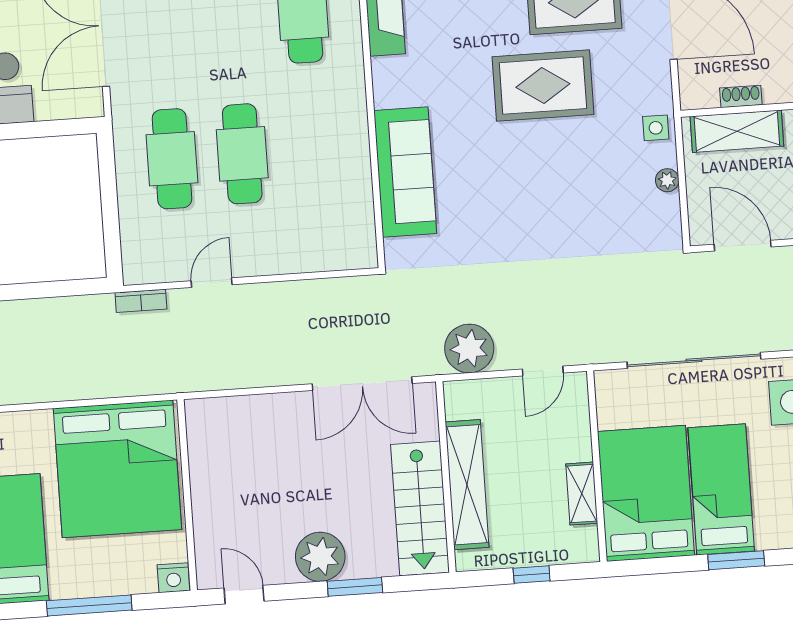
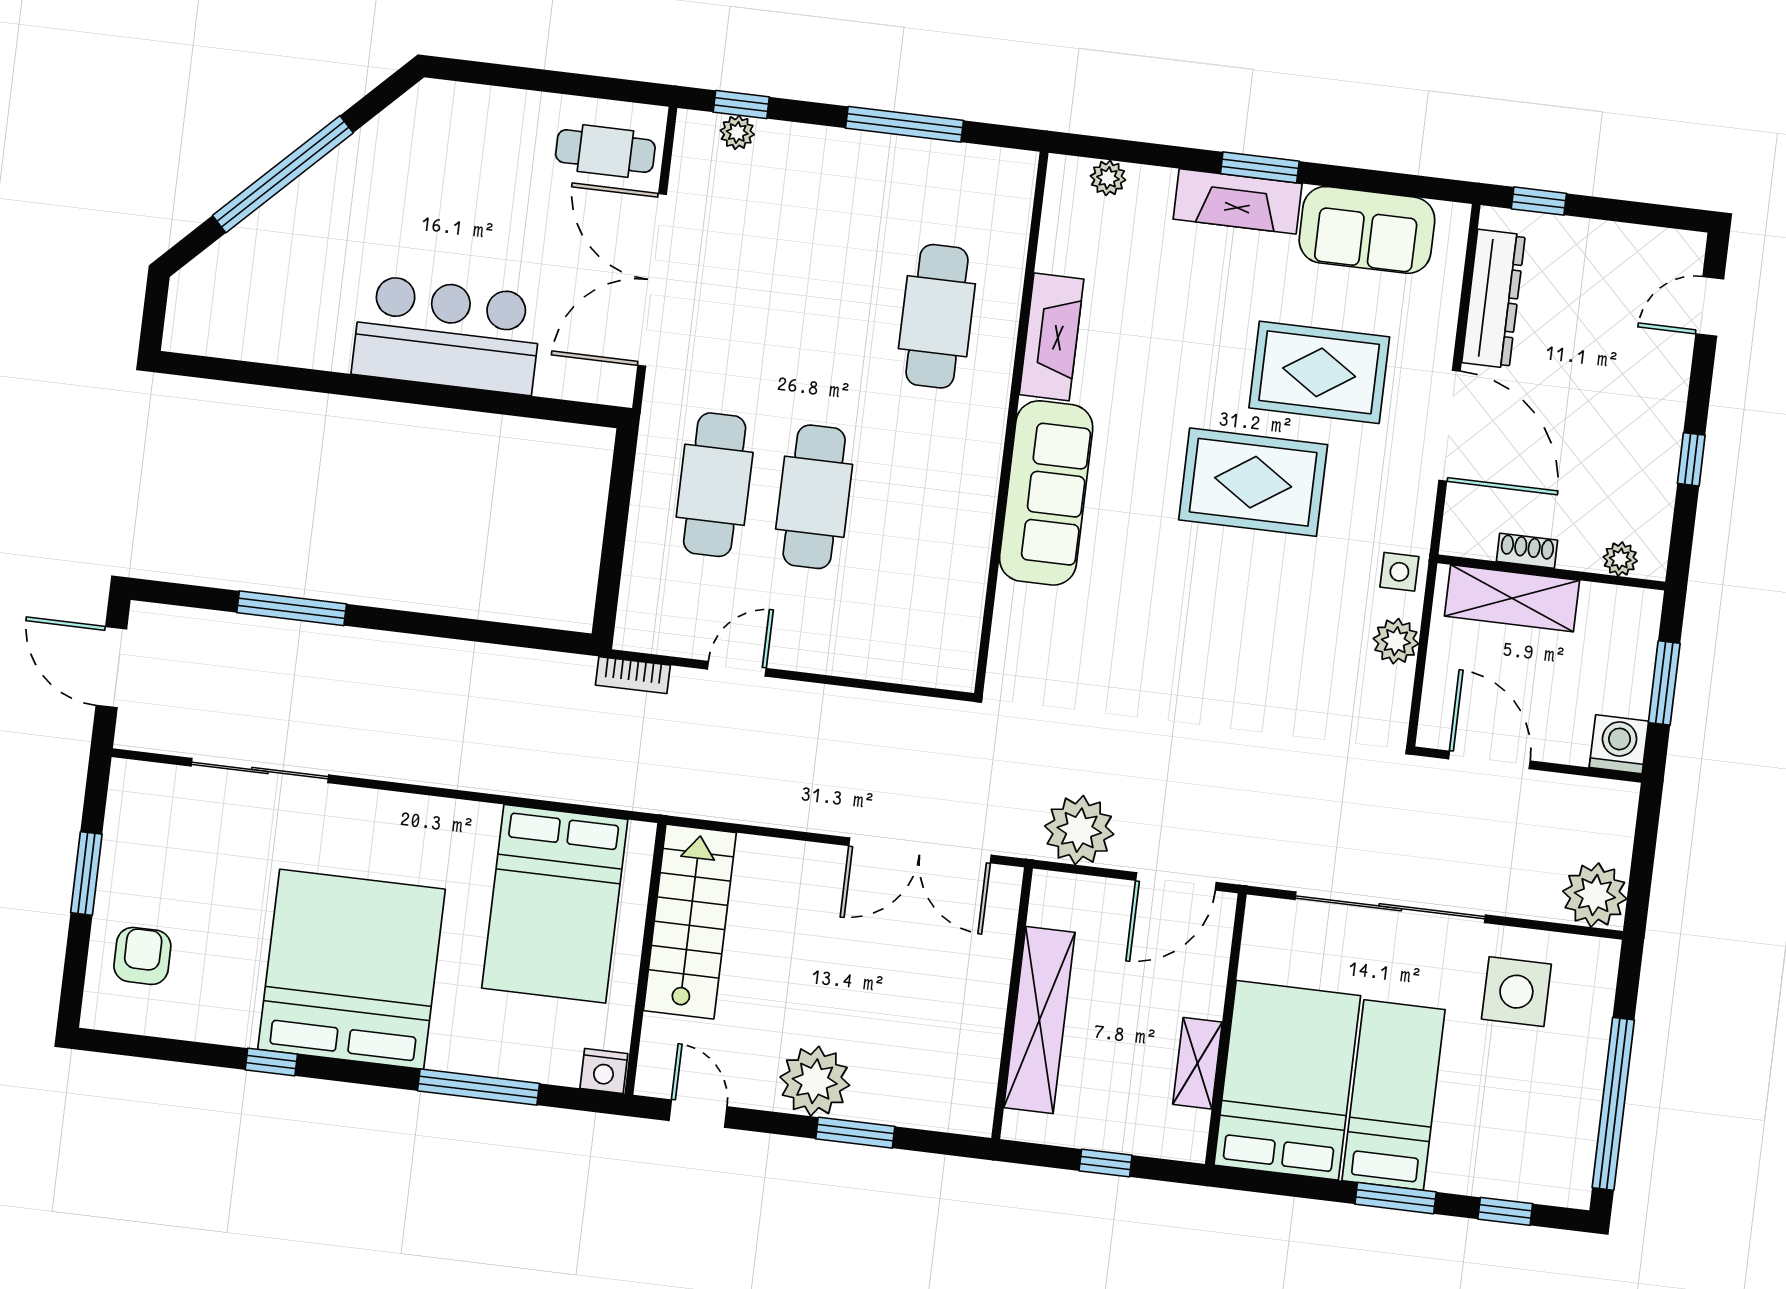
sofa: (405, 172) -> (1046, 493), moved
plant: (667, 180) -> (1396, 641), width x1.38, depth x1.38
door: (543, 371) -> (1176, 881), width x1.38
bed: (117, 469) -> (555, 904), width x0.73
stairs: (420, 508) -> (690, 922), moved, turned 180

